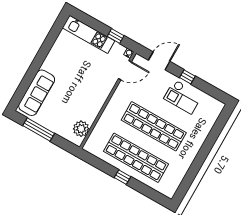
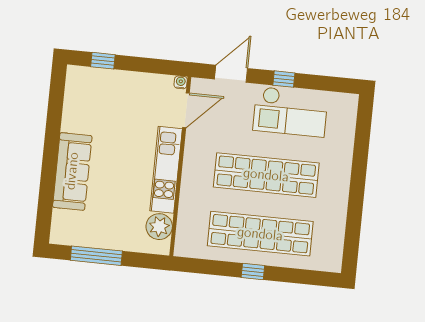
kitchen unit: (89, 34) -> (166, 170), moved, turned 90
window: (116, 36) -> (103, 61), moved
sofa: (37, 93) -> (72, 171), moved
checkout: (183, 97) -> (290, 112), width x1.36, depth x1.21

